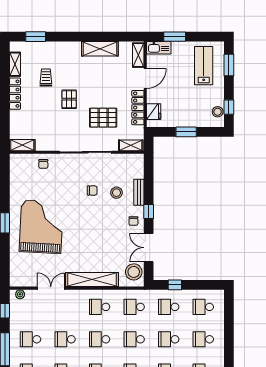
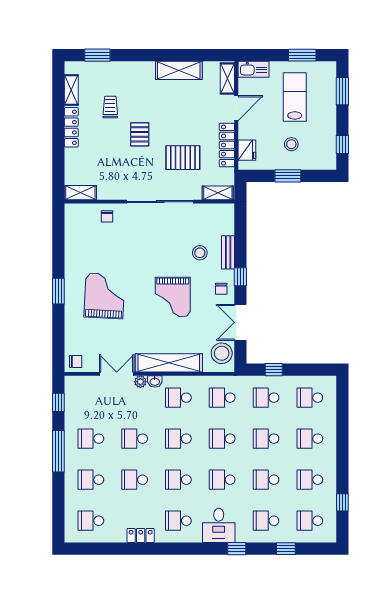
window: (175, 37) -> (302, 55), moved
lab bench: (204, 66) -> (295, 97), moved
stool: (218, 112) -> (291, 144), moved
chair: (92, 190) -> (76, 361), moved
grand piano: (41, 227) -> (104, 296), width x0.73, depth x0.68
grand piano: (95, 227) -> (173, 297), added
plant: (20, 294) -> (140, 382), moved
washbasin: (81, 294) -> (155, 381), added

